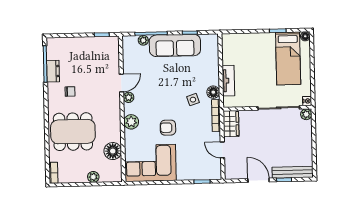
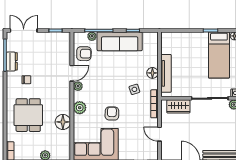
double door: (65, 35) -> (24, 30), added
armchair: (135, 60) -> (84, 54), added
tv unit: (228, 81) -> (166, 73), width x1.41
floor lamp: (213, 92) -> (152, 73), moved
wardrobe: (231, 124) -> (178, 106), moved, turned 90
armchair: (168, 128) -> (112, 114), turned 91
dining table: (73, 132) -> (28, 115), width x0.73
floor lamp: (113, 151) -> (63, 122), moved

